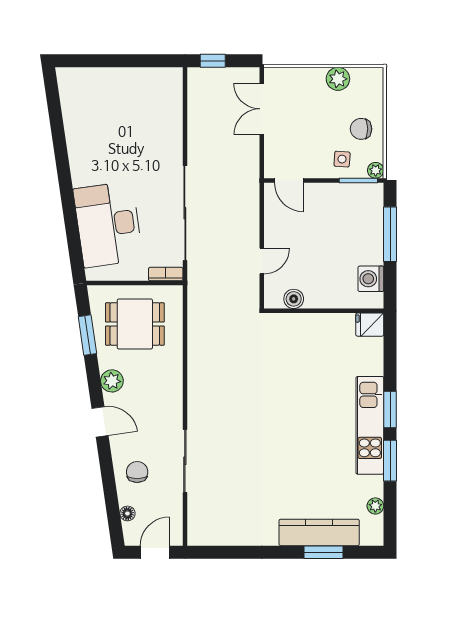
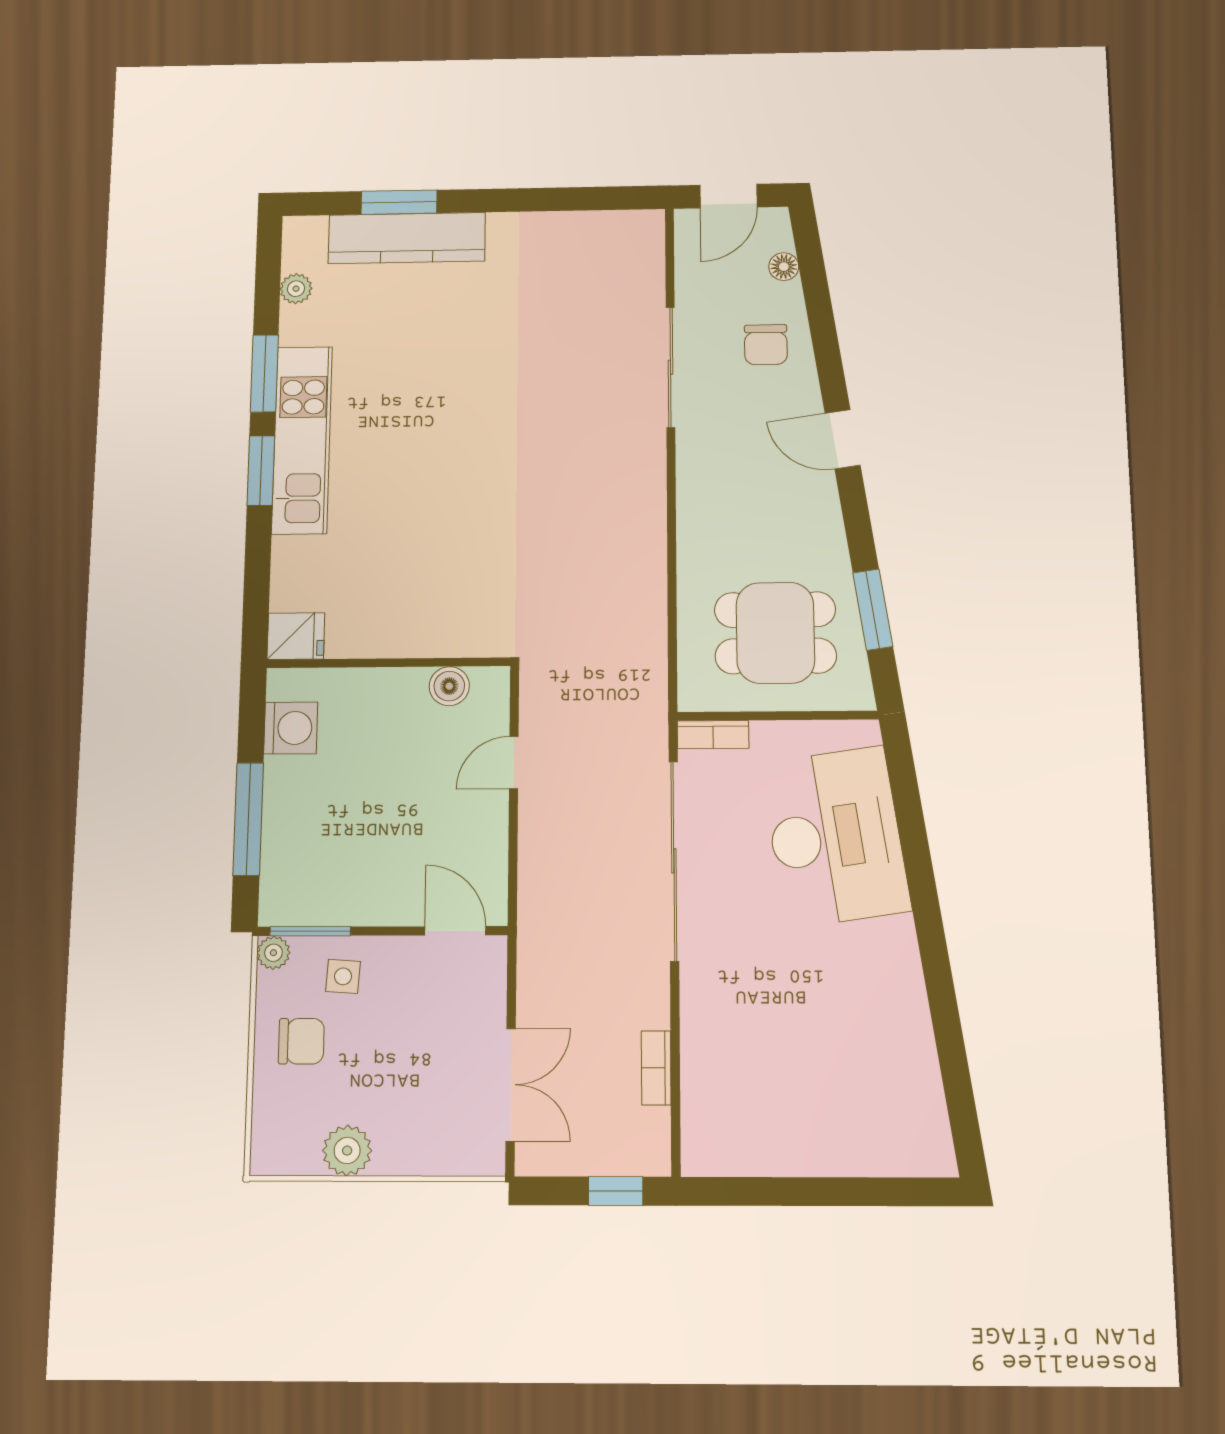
bookcase: (194, 117) -> (656, 1068), added
plant: (112, 381) -> (820, 519), removed

